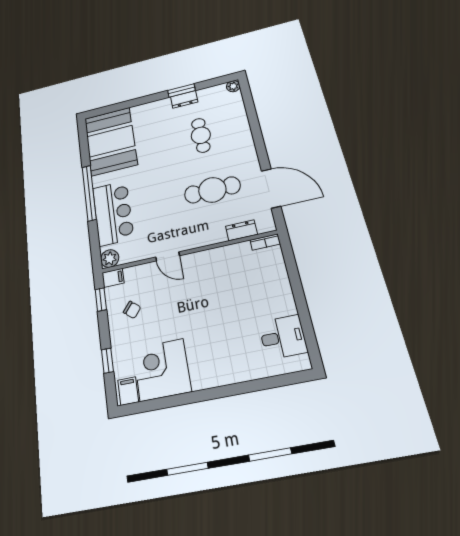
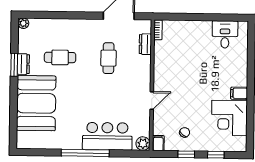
booth: (111, 141) -> (36, 103), moved, turned 90
cafe table: (212, 190) -> (108, 58), width x0.73, depth x0.74
window: (101, 299) -> (186, 154), moved
filing cabinet: (128, 391) -> (239, 93), moved

